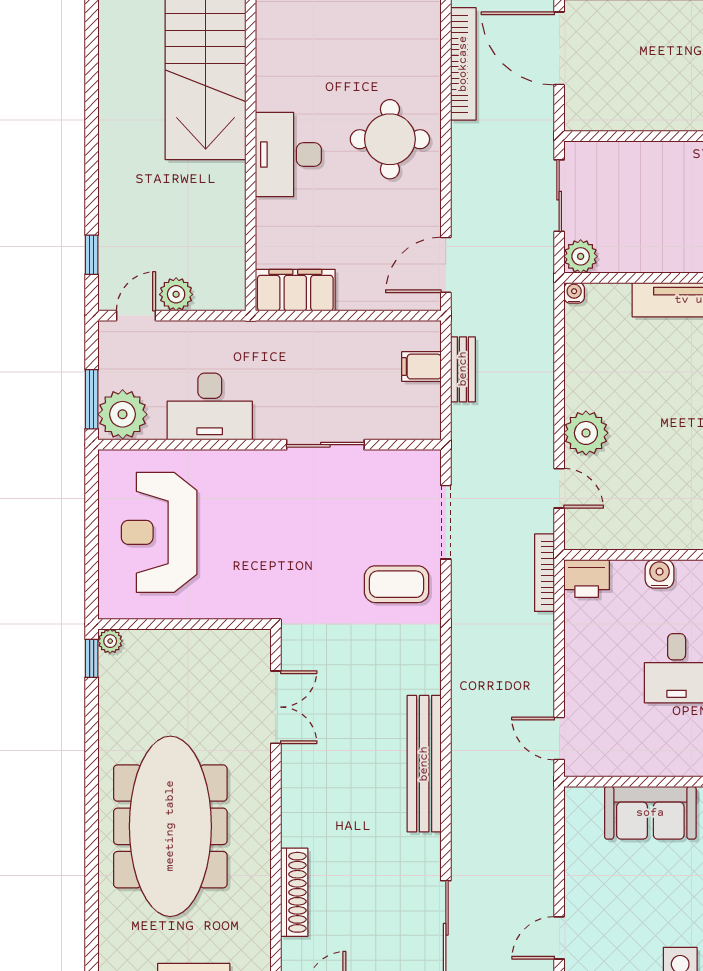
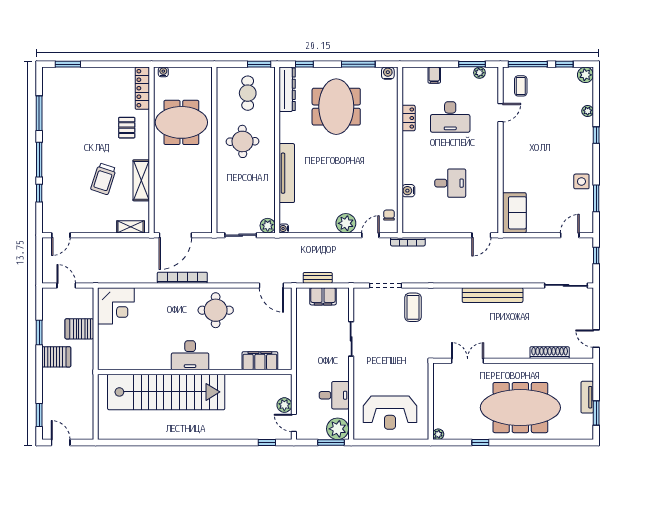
desk: (288, 154) -> (190, 355), moved
filing cabinet: (295, 290) -> (260, 361), moved, turned 90
filing cabinet: (421, 367) -> (323, 296), width x2.00
desk: (210, 406) -> (334, 395), width x0.73
chair: (604, 530) -> (389, 215), added
printer: (587, 578) -> (410, 223), removed
window: (92, 658) -> (480, 442), moved
sofa: (650, 813) -> (514, 213), moved
door: (559, 938) -> (570, 235), swing flipped

